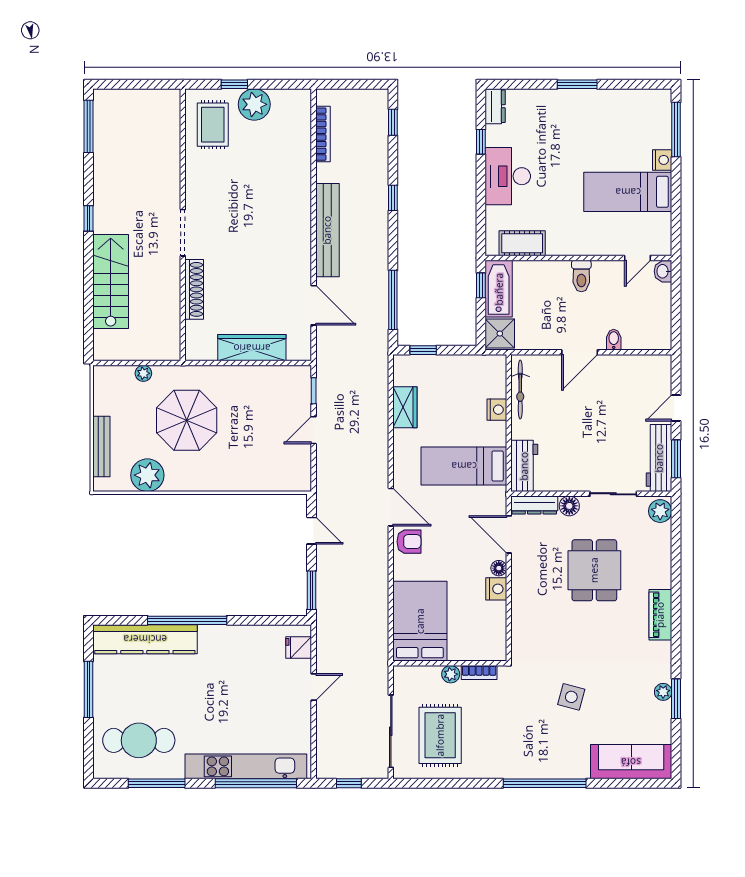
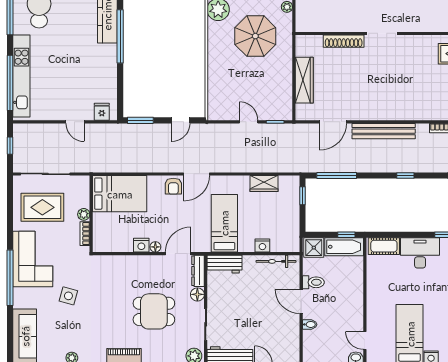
cot: (522, 243) -> (384, 246), moved, turned 90
toilet: (581, 276) -> (313, 282), moved, turned 180
corner sofa: (517, 750) -> (33, 259), added

